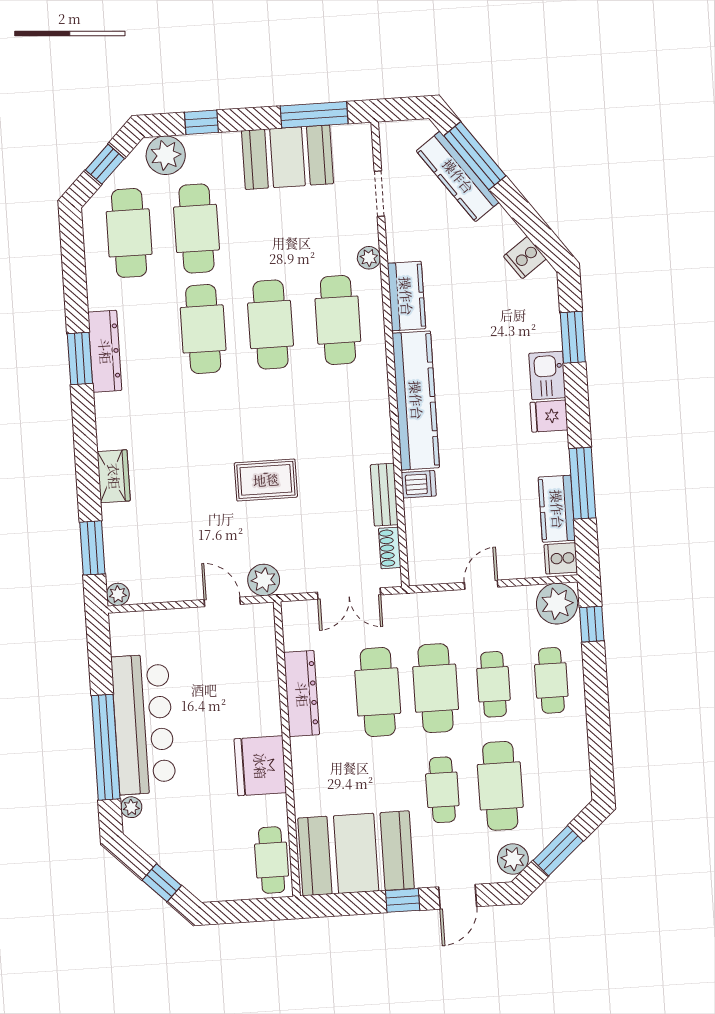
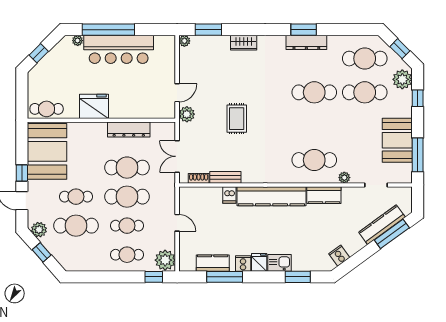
cafe table: (271, 324) -> (314, 126), removed
cooker: (561, 558) -> (243, 263), moved
window: (558, 851) -> (42, 252), width x0.67

